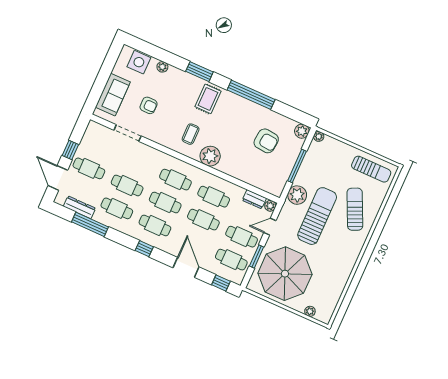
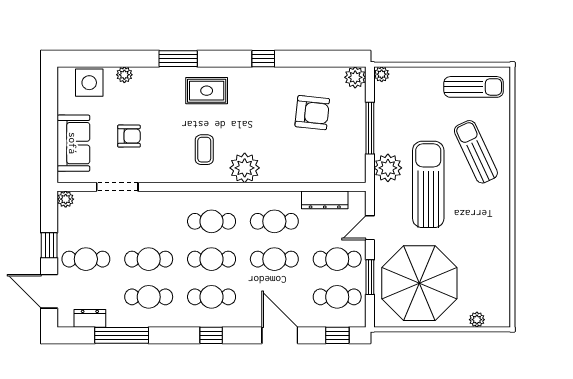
window: (251, 95) -> (263, 59), width x0.32
rug: (208, 99) -> (207, 91), turned 90
dresser: (254, 199) -> (325, 200), width x1.44
plant: (270, 206) -> (66, 199), moved
dresser: (79, 207) -> (90, 318), width x0.70

